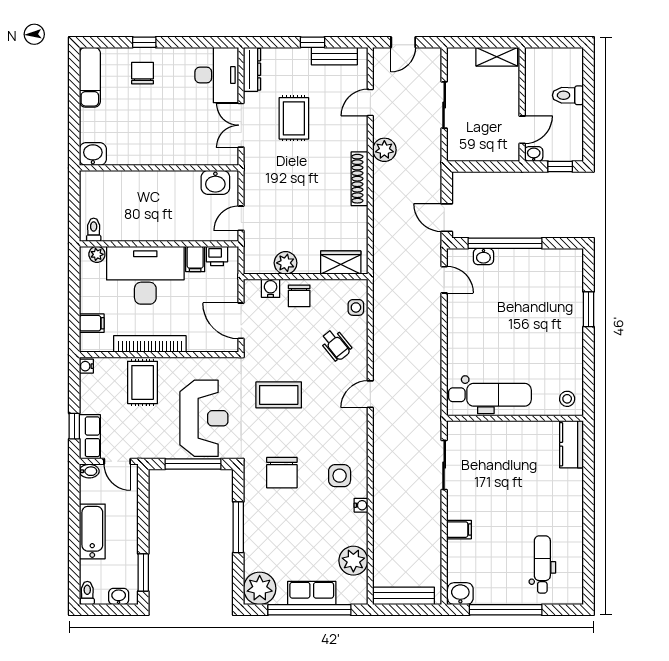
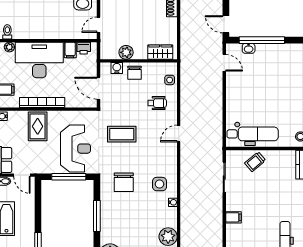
wheelchair: (336, 345) -> (157, 103), turned -51
trolley: (494, 440) -> (255, 162), added

